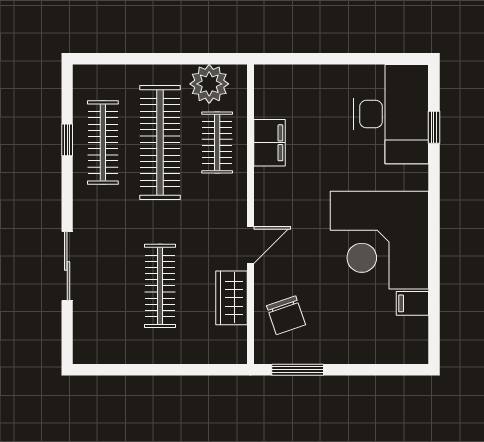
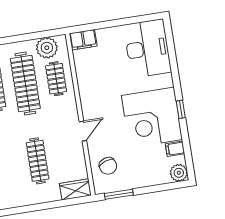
window: (434, 127) -> (181, 109), moved
filing cabinet: (270, 143) -> (83, 40), moved, turned 90
wardrobe: (232, 298) -> (75, 189), moved, turned 90
plant: (412, 348) -> (179, 173), added

